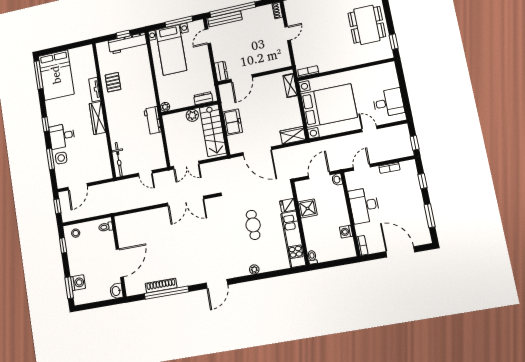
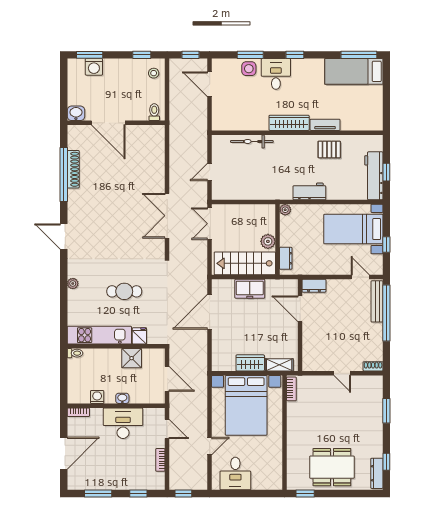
window: (179, 22) -> (386, 244), width x0.46
bed: (56, 75) -> (354, 71), width x0.67
workbench: (153, 120) -> (309, 191), moved
wardrobe: (293, 135) -> (250, 363), moved, turned -90
bicycle: (119, 159) -> (252, 141), moved
washbasin: (337, 179) -> (122, 398), moved

